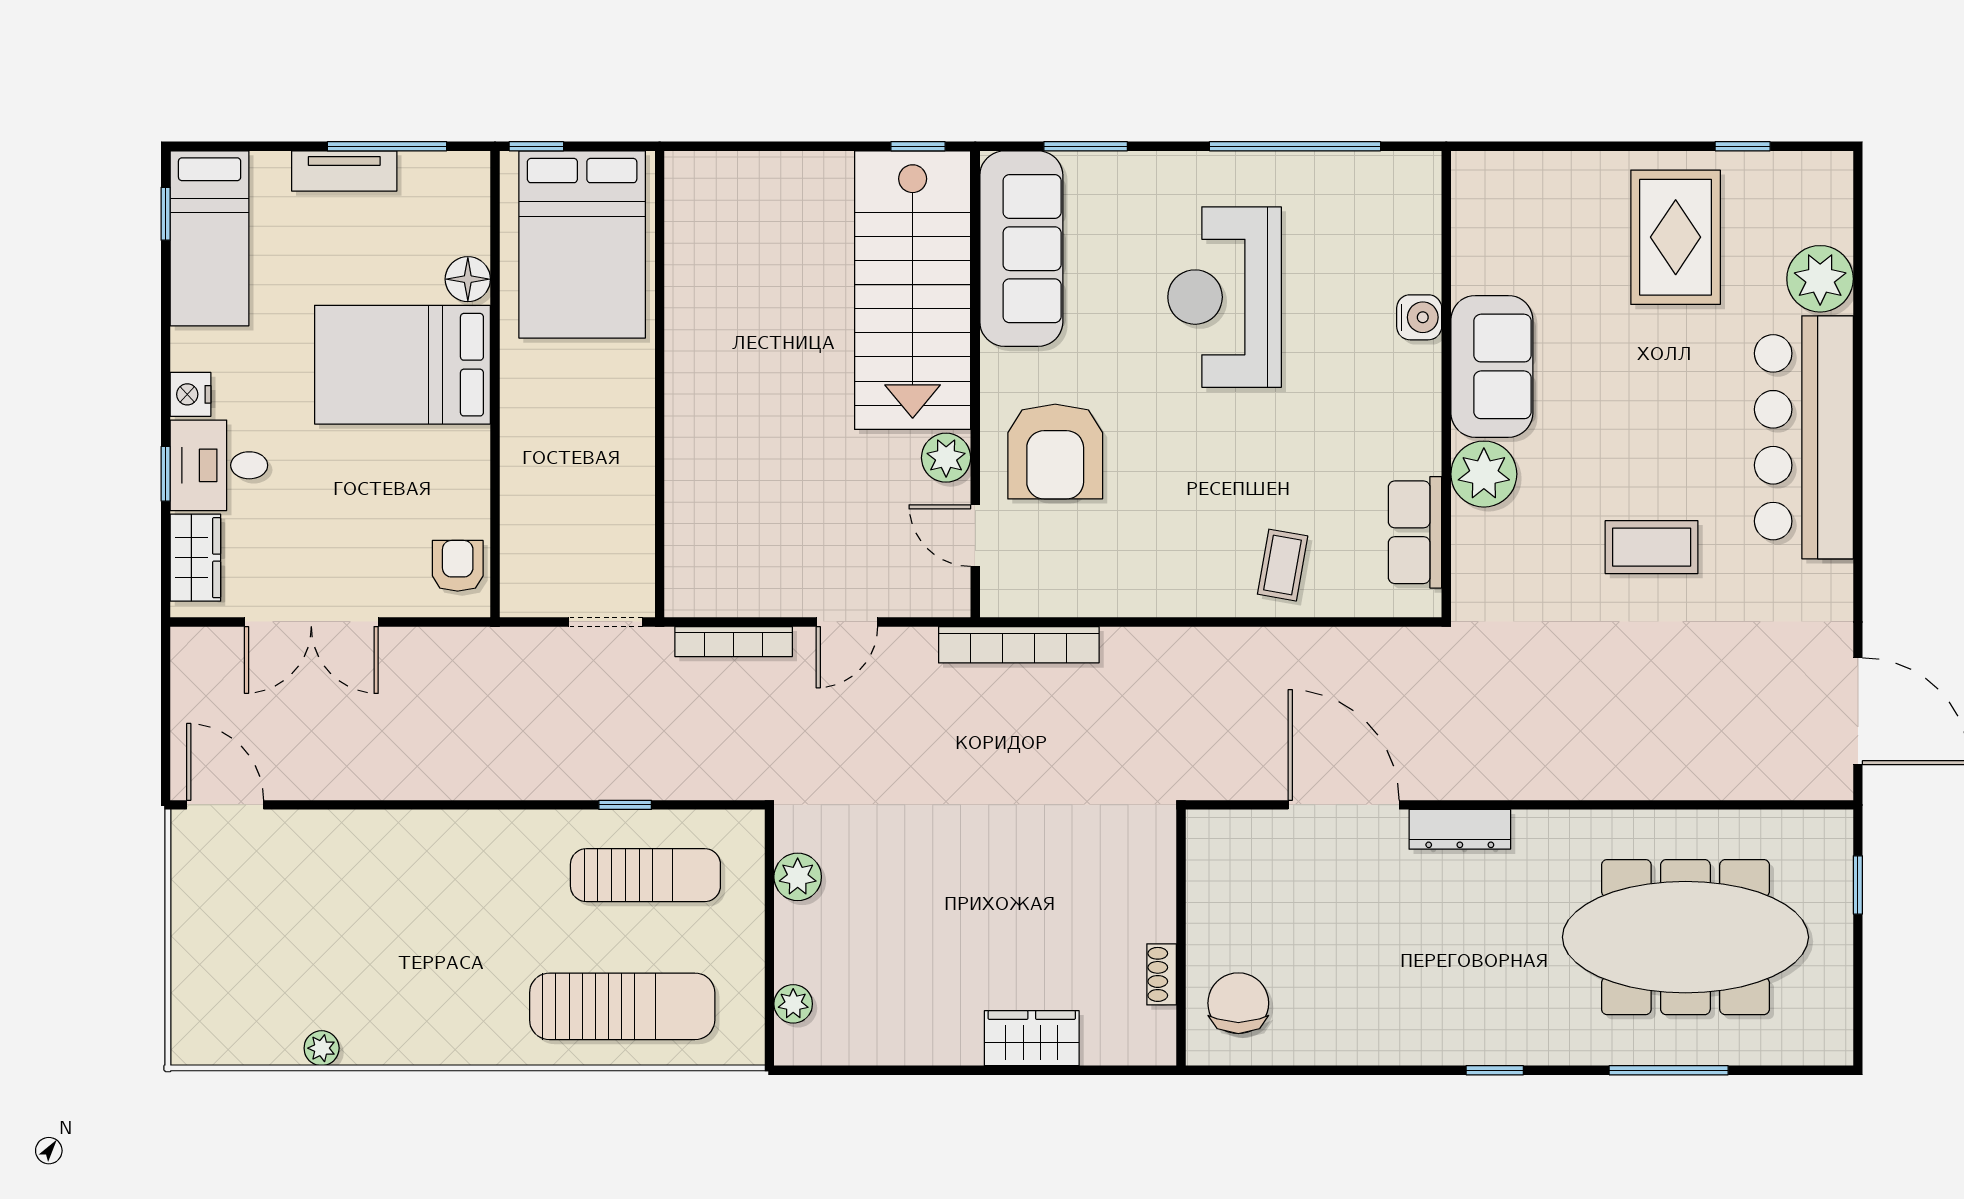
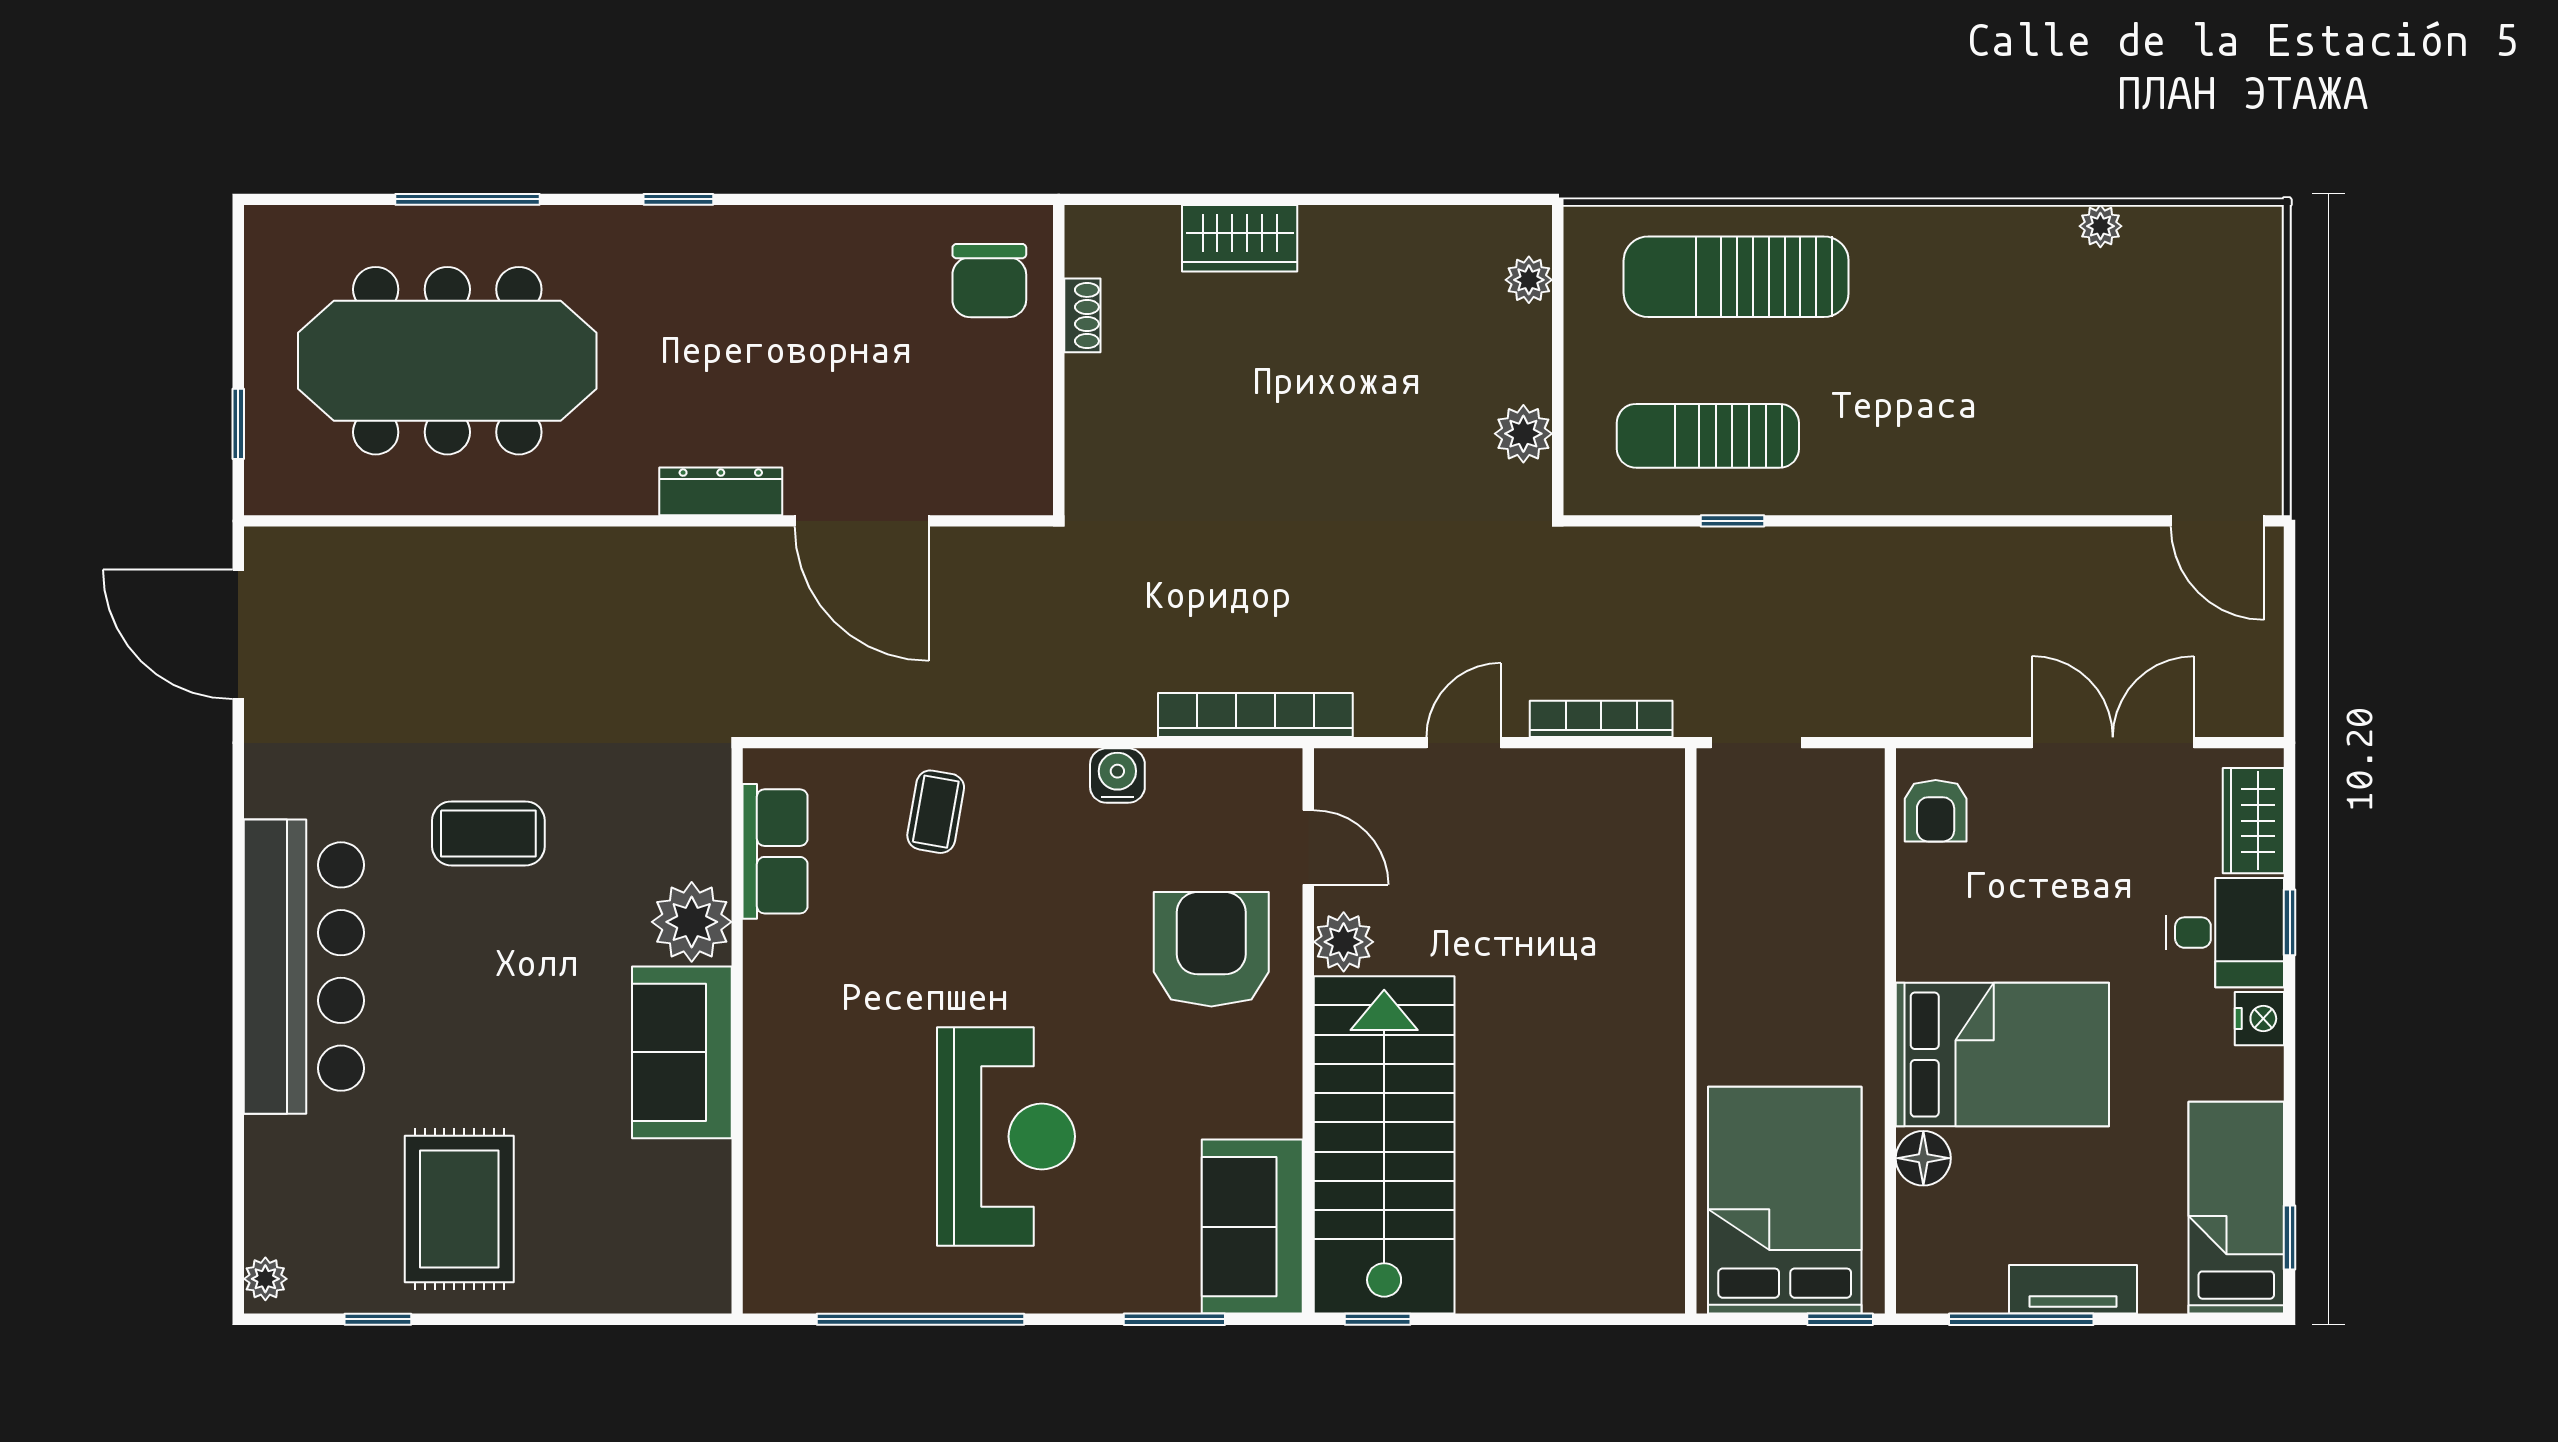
sofa: (1021, 249) -> (1252, 1227), width x0.73
plant: (1820, 279) -> (265, 1279), moved, width x0.53, depth x0.53
water cooler: (1419, 317) -> (1117, 776), moved, turned 90

